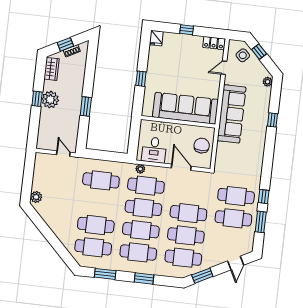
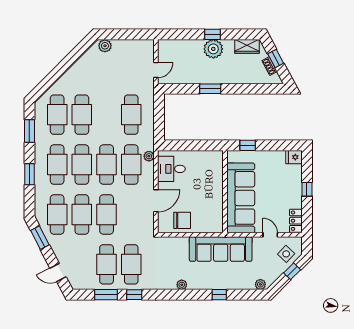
sofa: (185, 108) -> (241, 198), moved
wall: (178, 122) -> (225, 192), moved
plant: (260, 153) -> (182, 285), added

